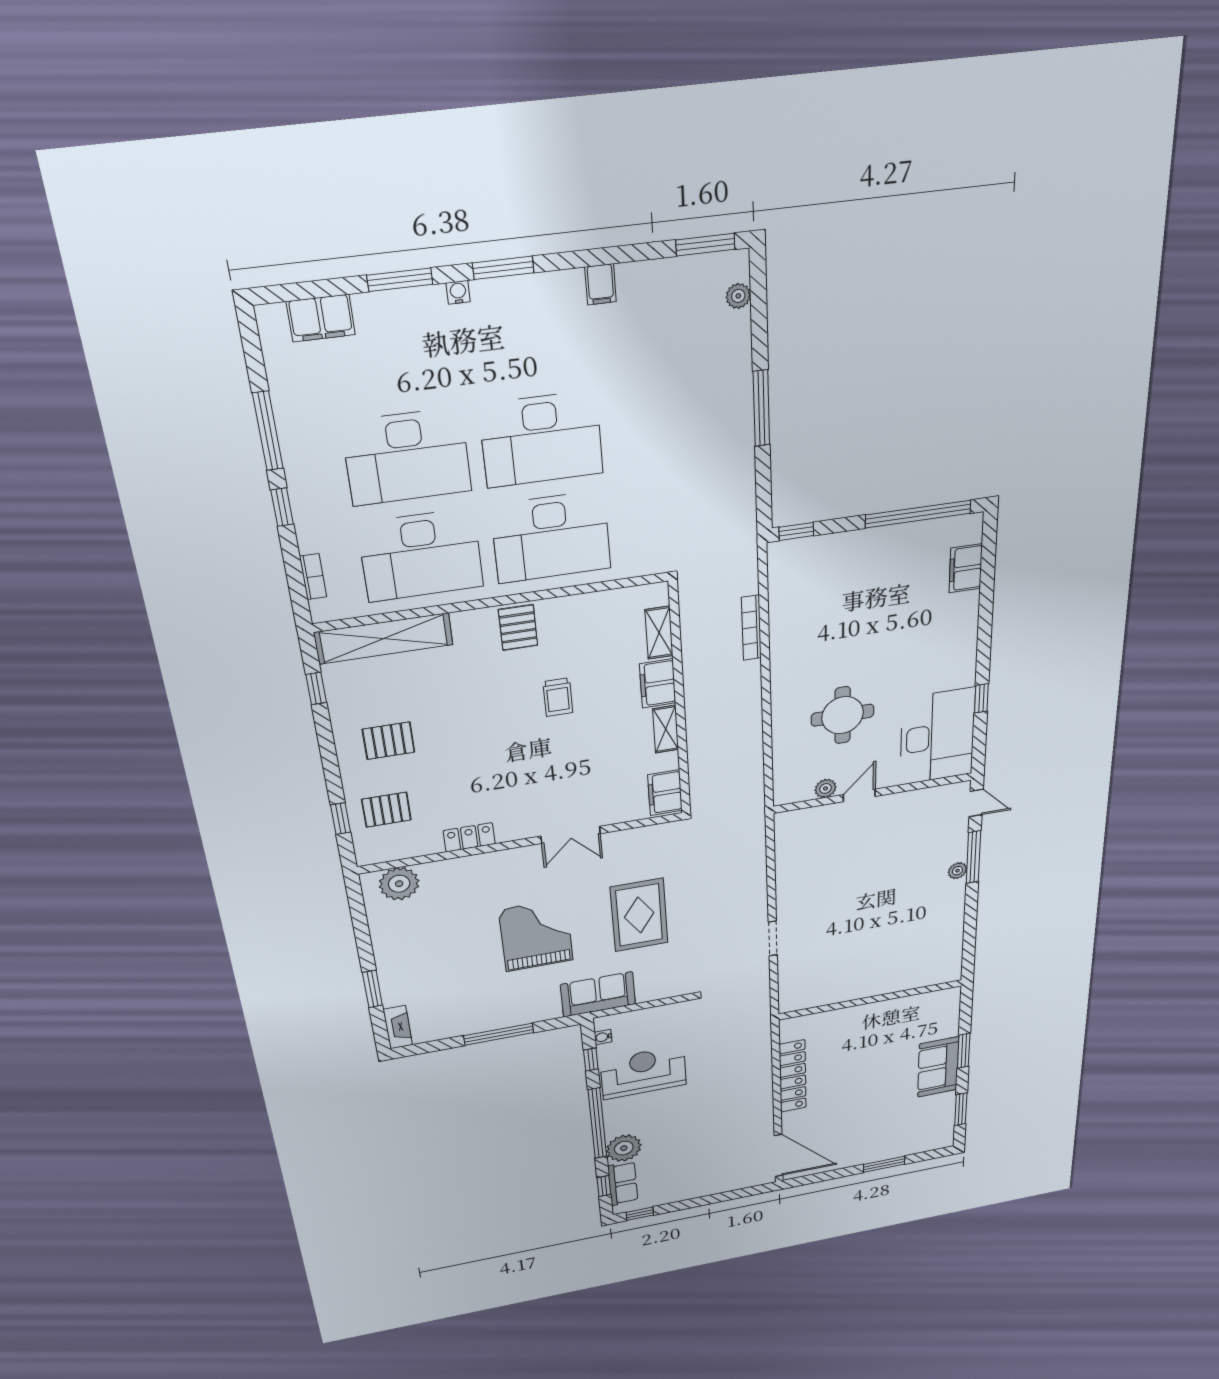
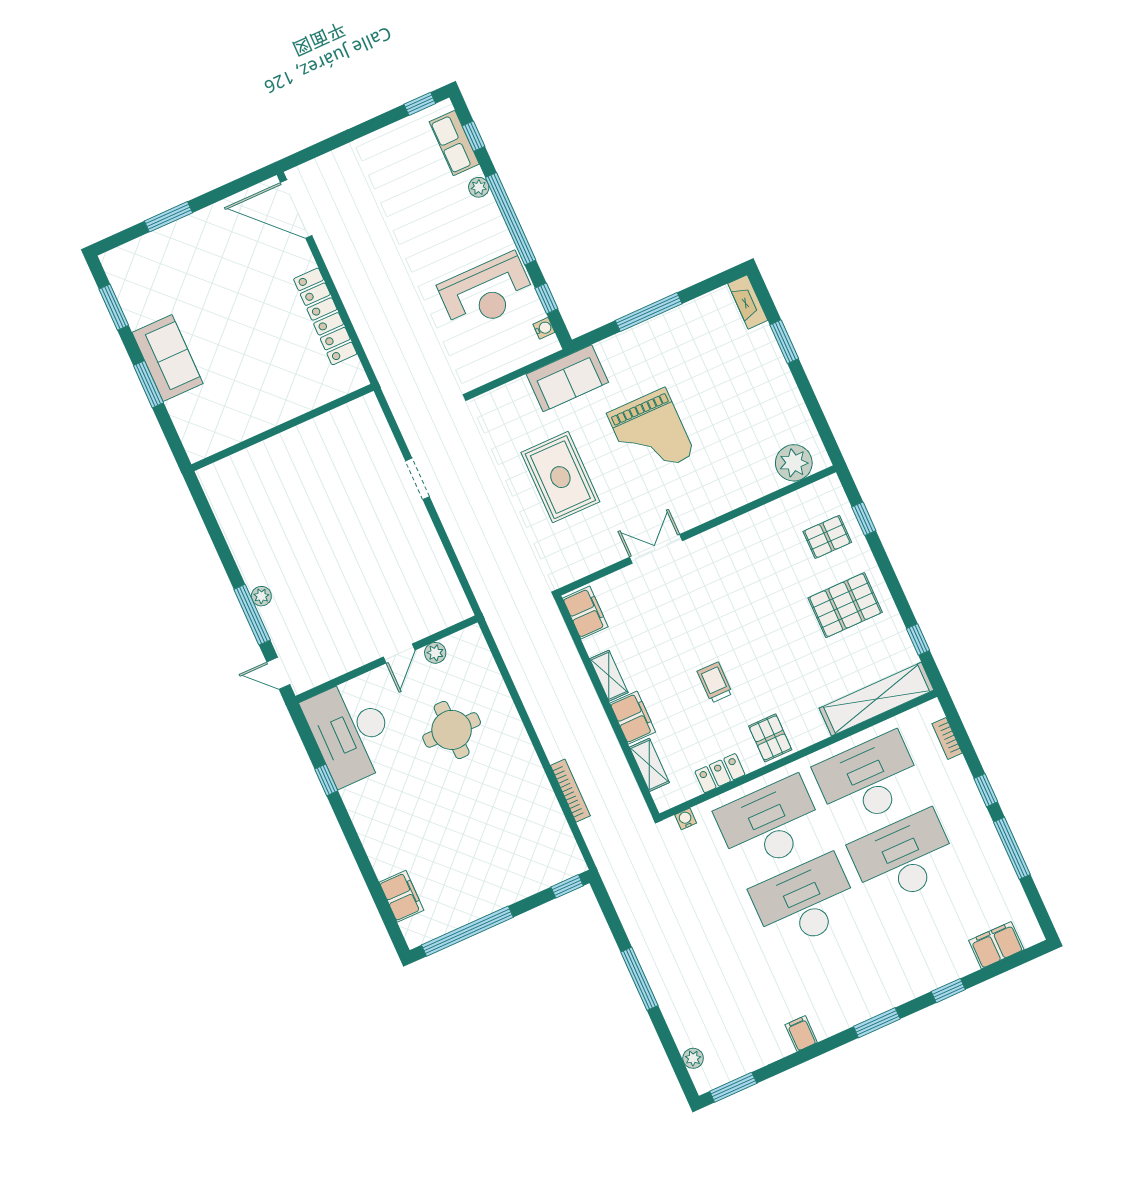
window: (400, 280) -> (948, 991), width x0.67
water cooler: (458, 292) -> (686, 819), moved, turned 180
pallet: (389, 741) -> (845, 605), width x1.50, depth x1.42
locker: (469, 837) -> (720, 773), moved, turned 180
plant: (624, 1148) -> (479, 187), width x0.53, depth x0.53

